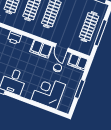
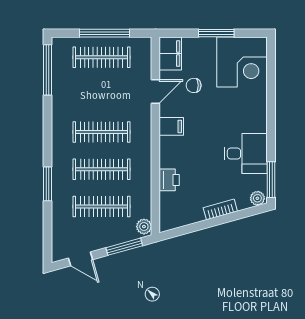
filing cabinet: (41, 49) -> (171, 126), width x0.50
corner desk: (48, 92) -> (242, 62), moved, turned -90

